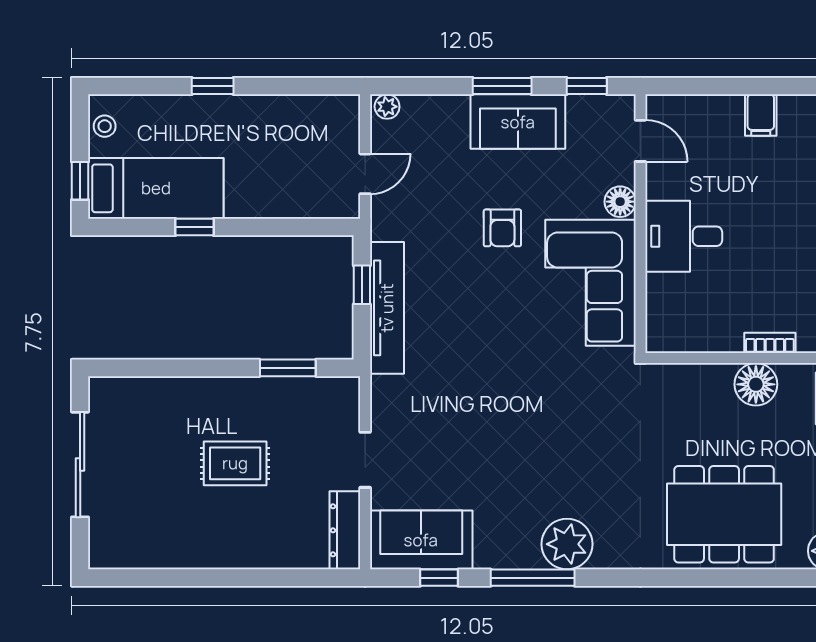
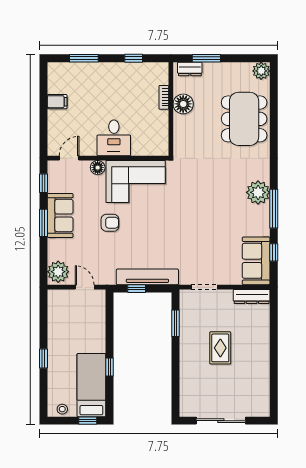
plant: (387, 107) -> (58, 272), width x1.88, depth x1.88
doorway: (365, 460) -> (204, 287), moved

